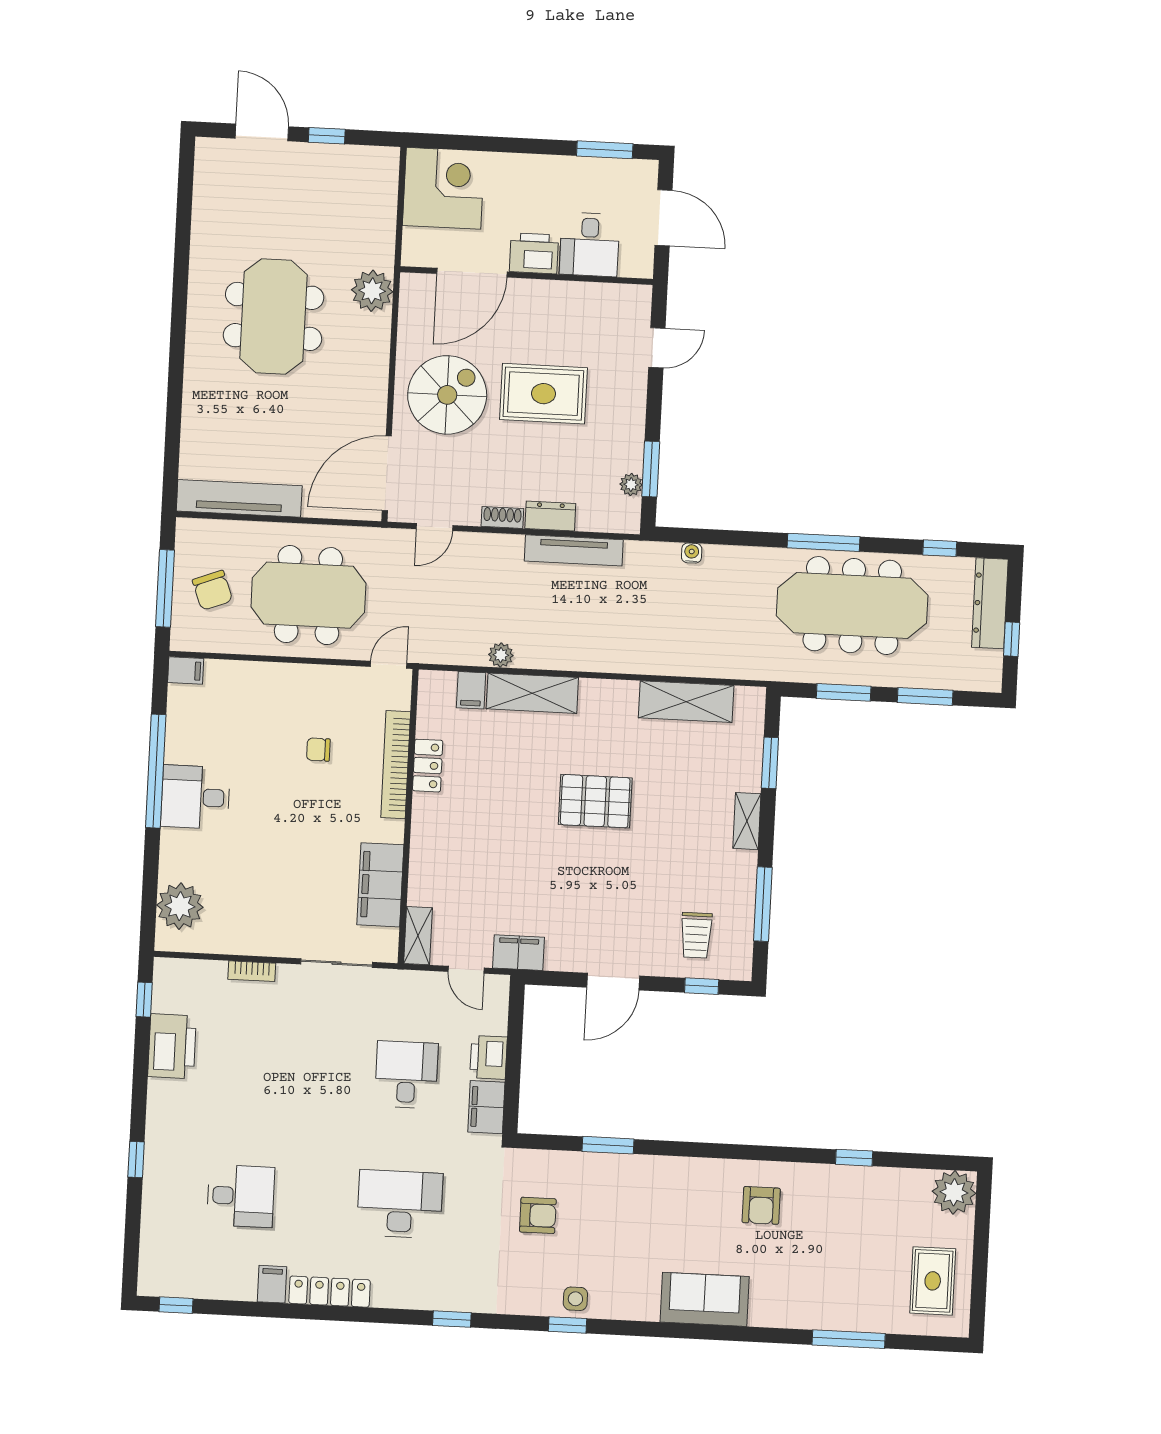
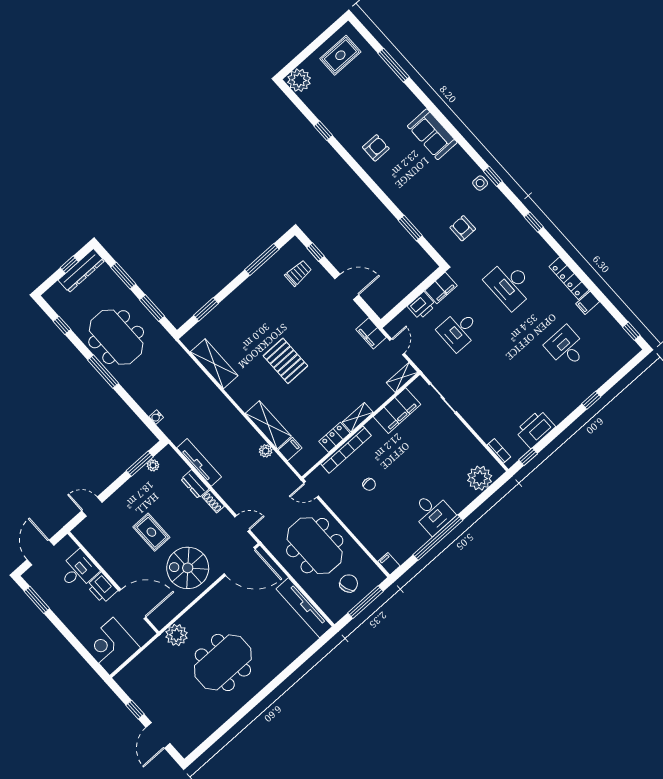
rug: (543, 394) -> (151, 532), width x0.73, depth x0.70
dresser: (990, 603) -> (81, 271), moved
meeting table: (852, 606) -> (116, 337), width x0.73
shelving: (747, 821) -> (358, 417), moved
bookcase: (252, 971) -> (499, 451), moved

